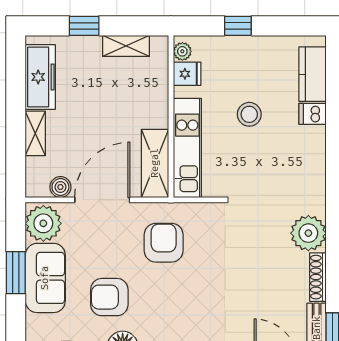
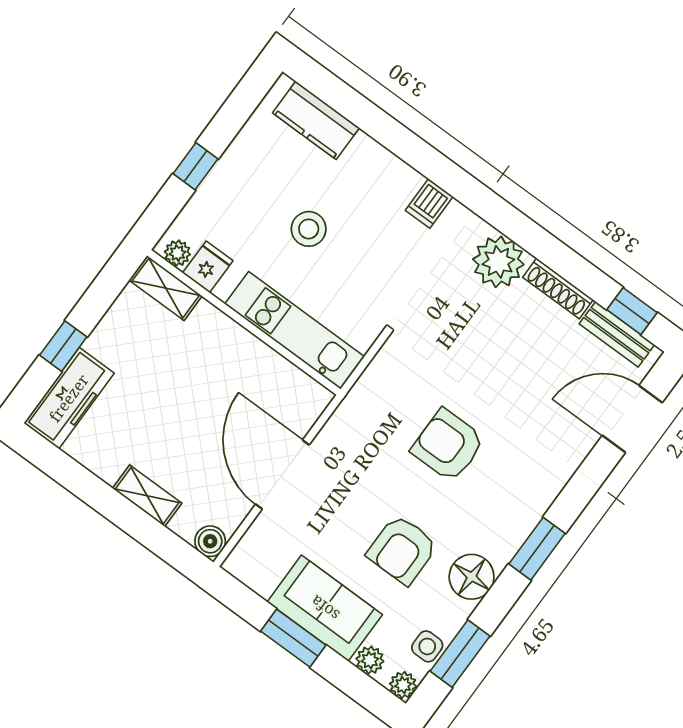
shelving: (126, 46) -> (166, 288), moved, turned 90
freezer: (40, 77) -> (69, 398), moved, turned 90
dishwasher: (313, 114) -> (429, 203), moved
shelving: (155, 163) -> (285, 381), removed
boiler: (60, 187) -> (210, 541), moved
plant: (43, 223) -> (370, 660), moved, width x0.53, depth x0.53
armchair: (164, 243) -> (448, 445), moved

